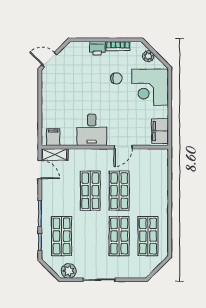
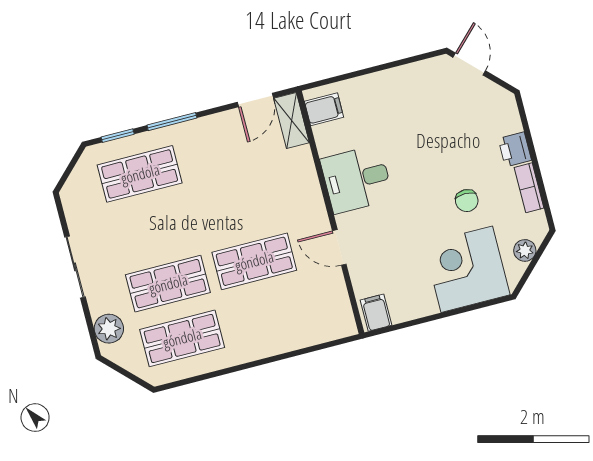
filing cabinet: (160, 131) -> (376, 313), width x0.50
shop shelf: (90, 191) -> (240, 206), removed
plant: (69, 271) -> (109, 329), moved

